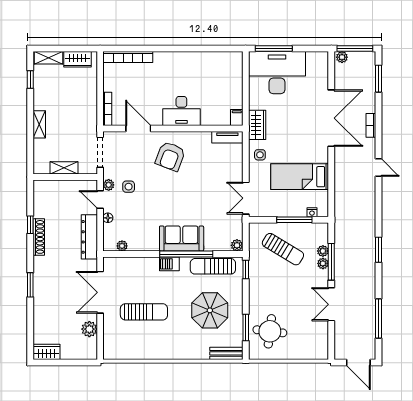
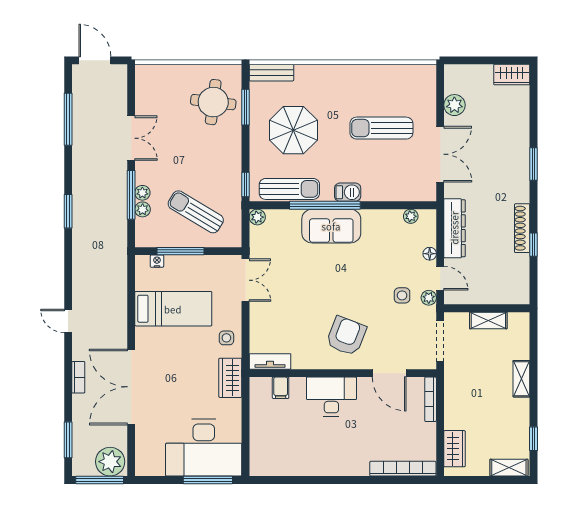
plant: (342, 57) -> (110, 462), width x1.88, depth x1.88
wardrobe: (78, 59) -> (454, 449), moved, turned 90
filing cabinet: (237, 118) -> (281, 388), moved

